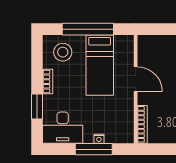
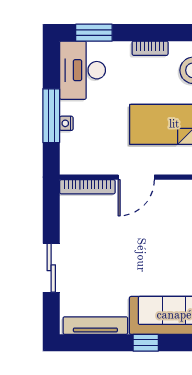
door: (136, 79) -> (136, 177), moved
window: (37, 106) -> (94, 33), moved

